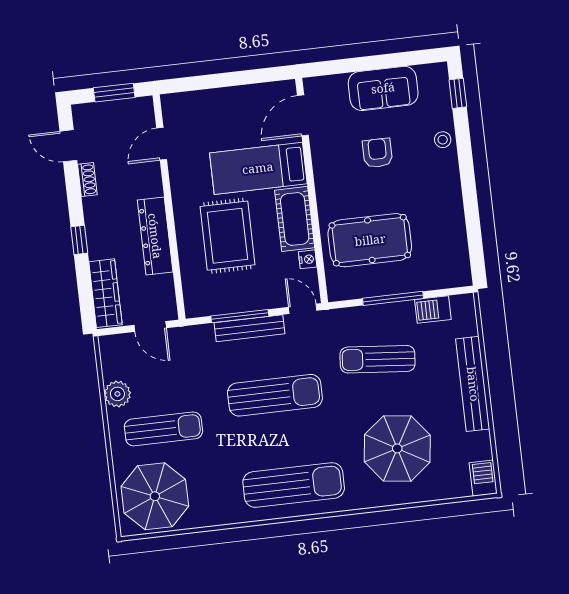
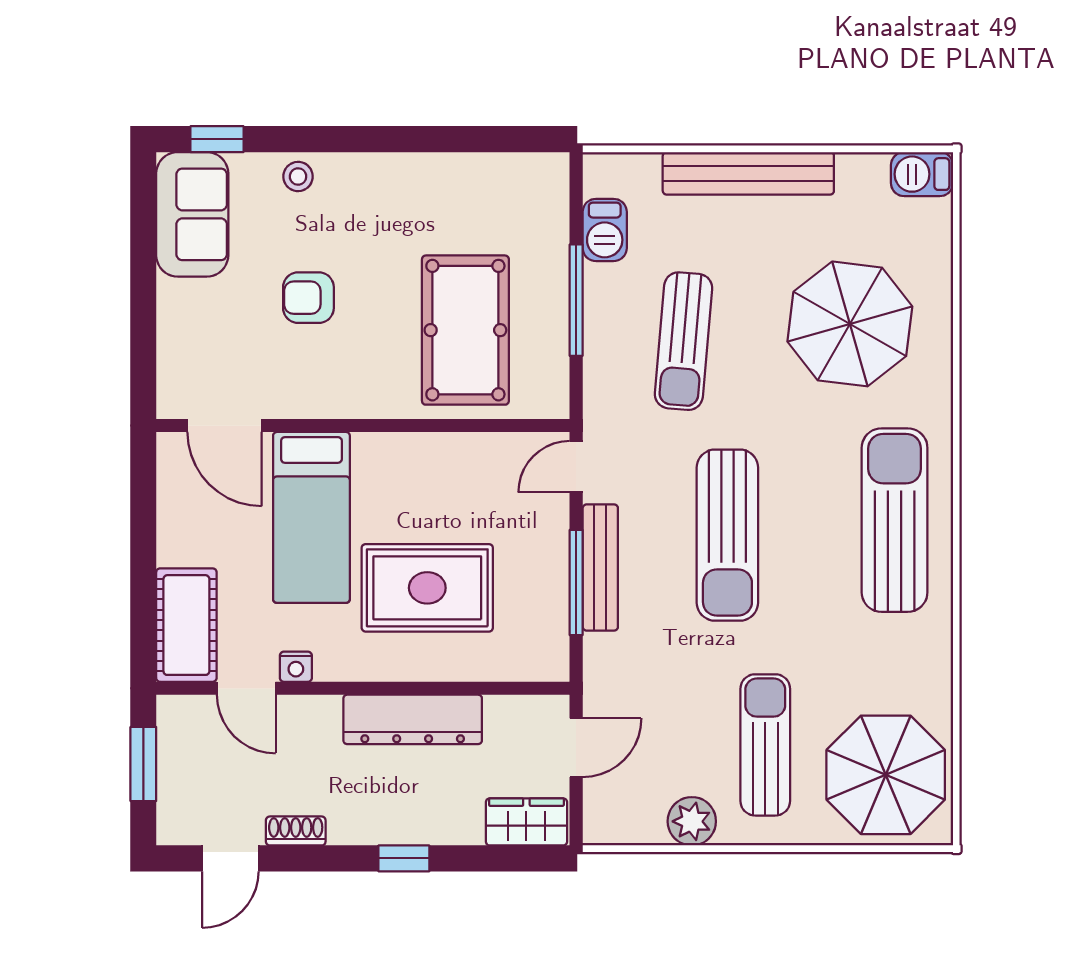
sofa: (383, 88) -> (192, 214), moved
cot: (295, 219) -> (186, 625), moved, turned 90
nightstand: (308, 259) -> (296, 667), moved, turned 180
wardrobe: (105, 293) -> (526, 822), width x0.67
sun lounger: (275, 395) -> (727, 535), turned 180

